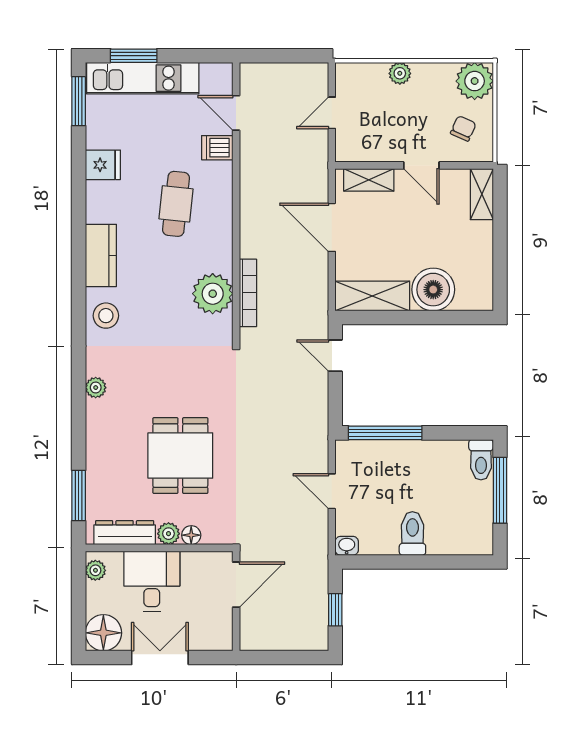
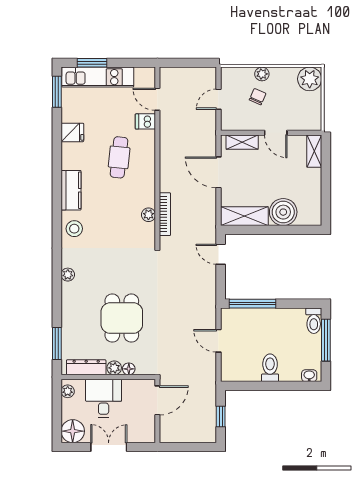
chair: (463, 128) -> (258, 97), moved
plant: (213, 294) -> (148, 215), width x0.53, depth x0.53
washbasin: (347, 546) -> (309, 376), moved

